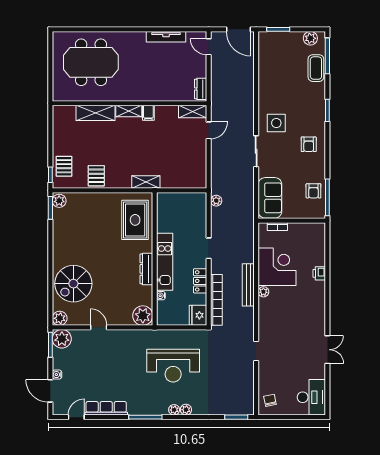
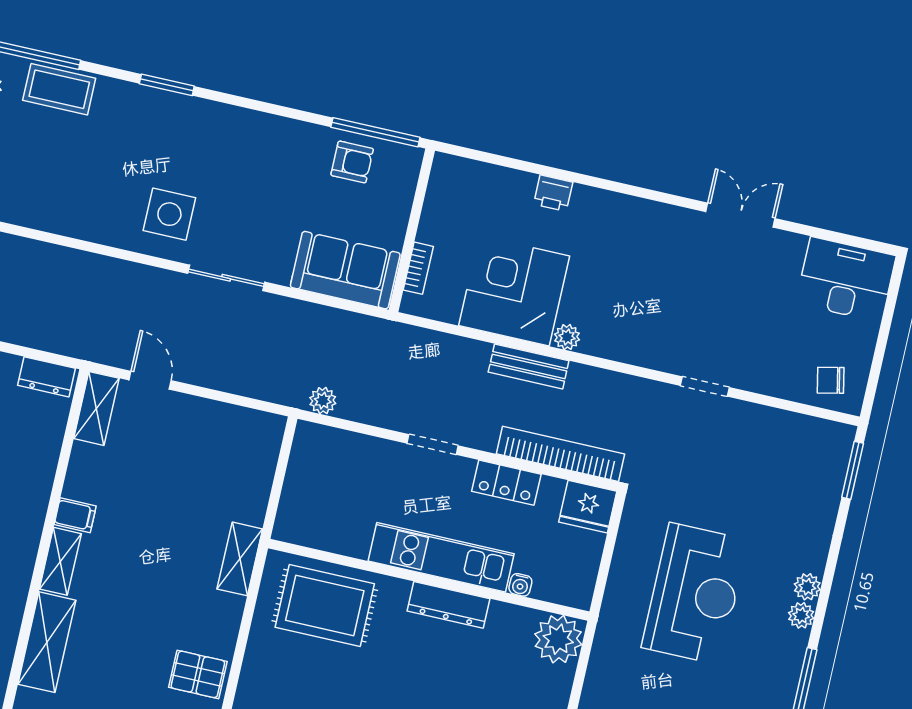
armchair: (309, 144) -> (238, 148), removed
bench: (248, 285) -> (529, 366), width x0.73

